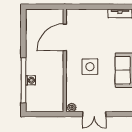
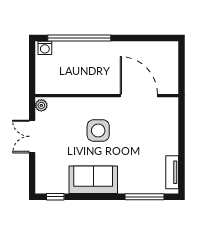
washing machine: (30, 80) -> (45, 48), moved

